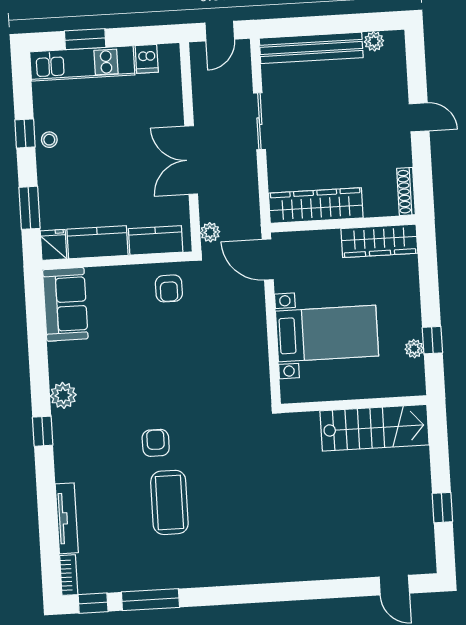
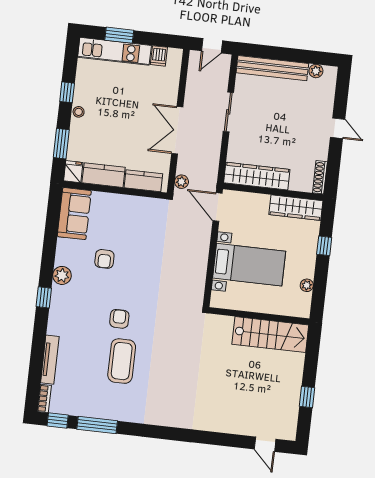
stool: (49, 140) -> (79, 112), moved
armchair: (169, 288) -> (104, 259), moved
window: (432, 340) -> (324, 246), moved

